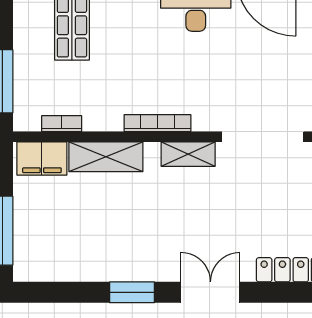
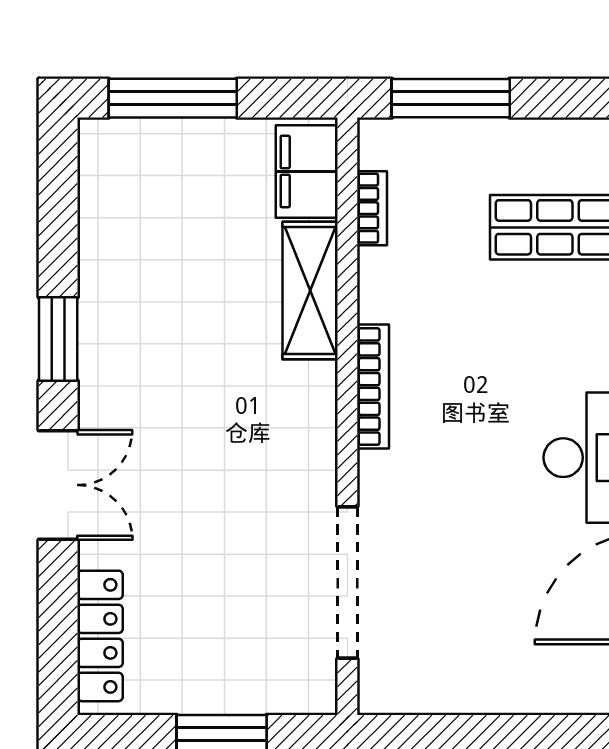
shelving: (188, 154) -> (315, 443), removed

